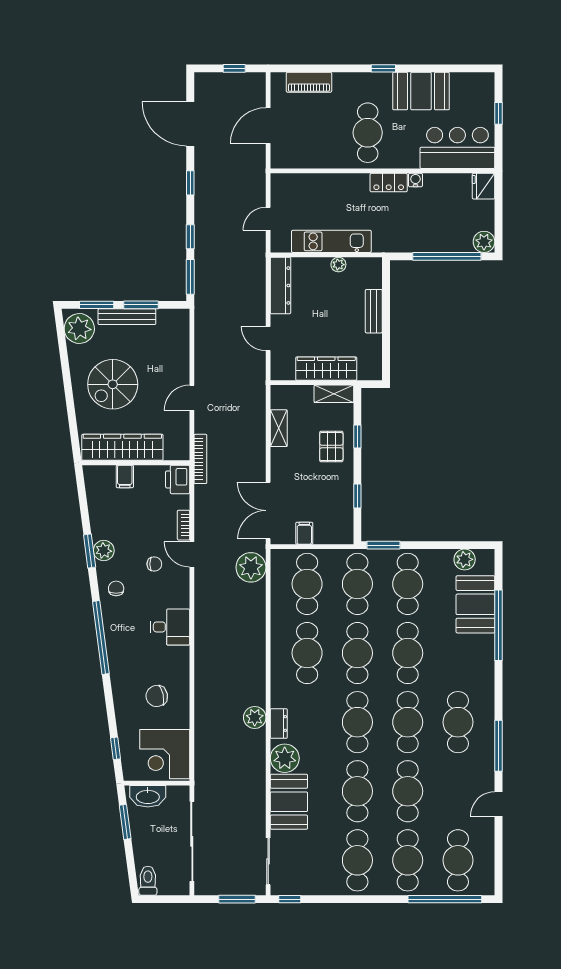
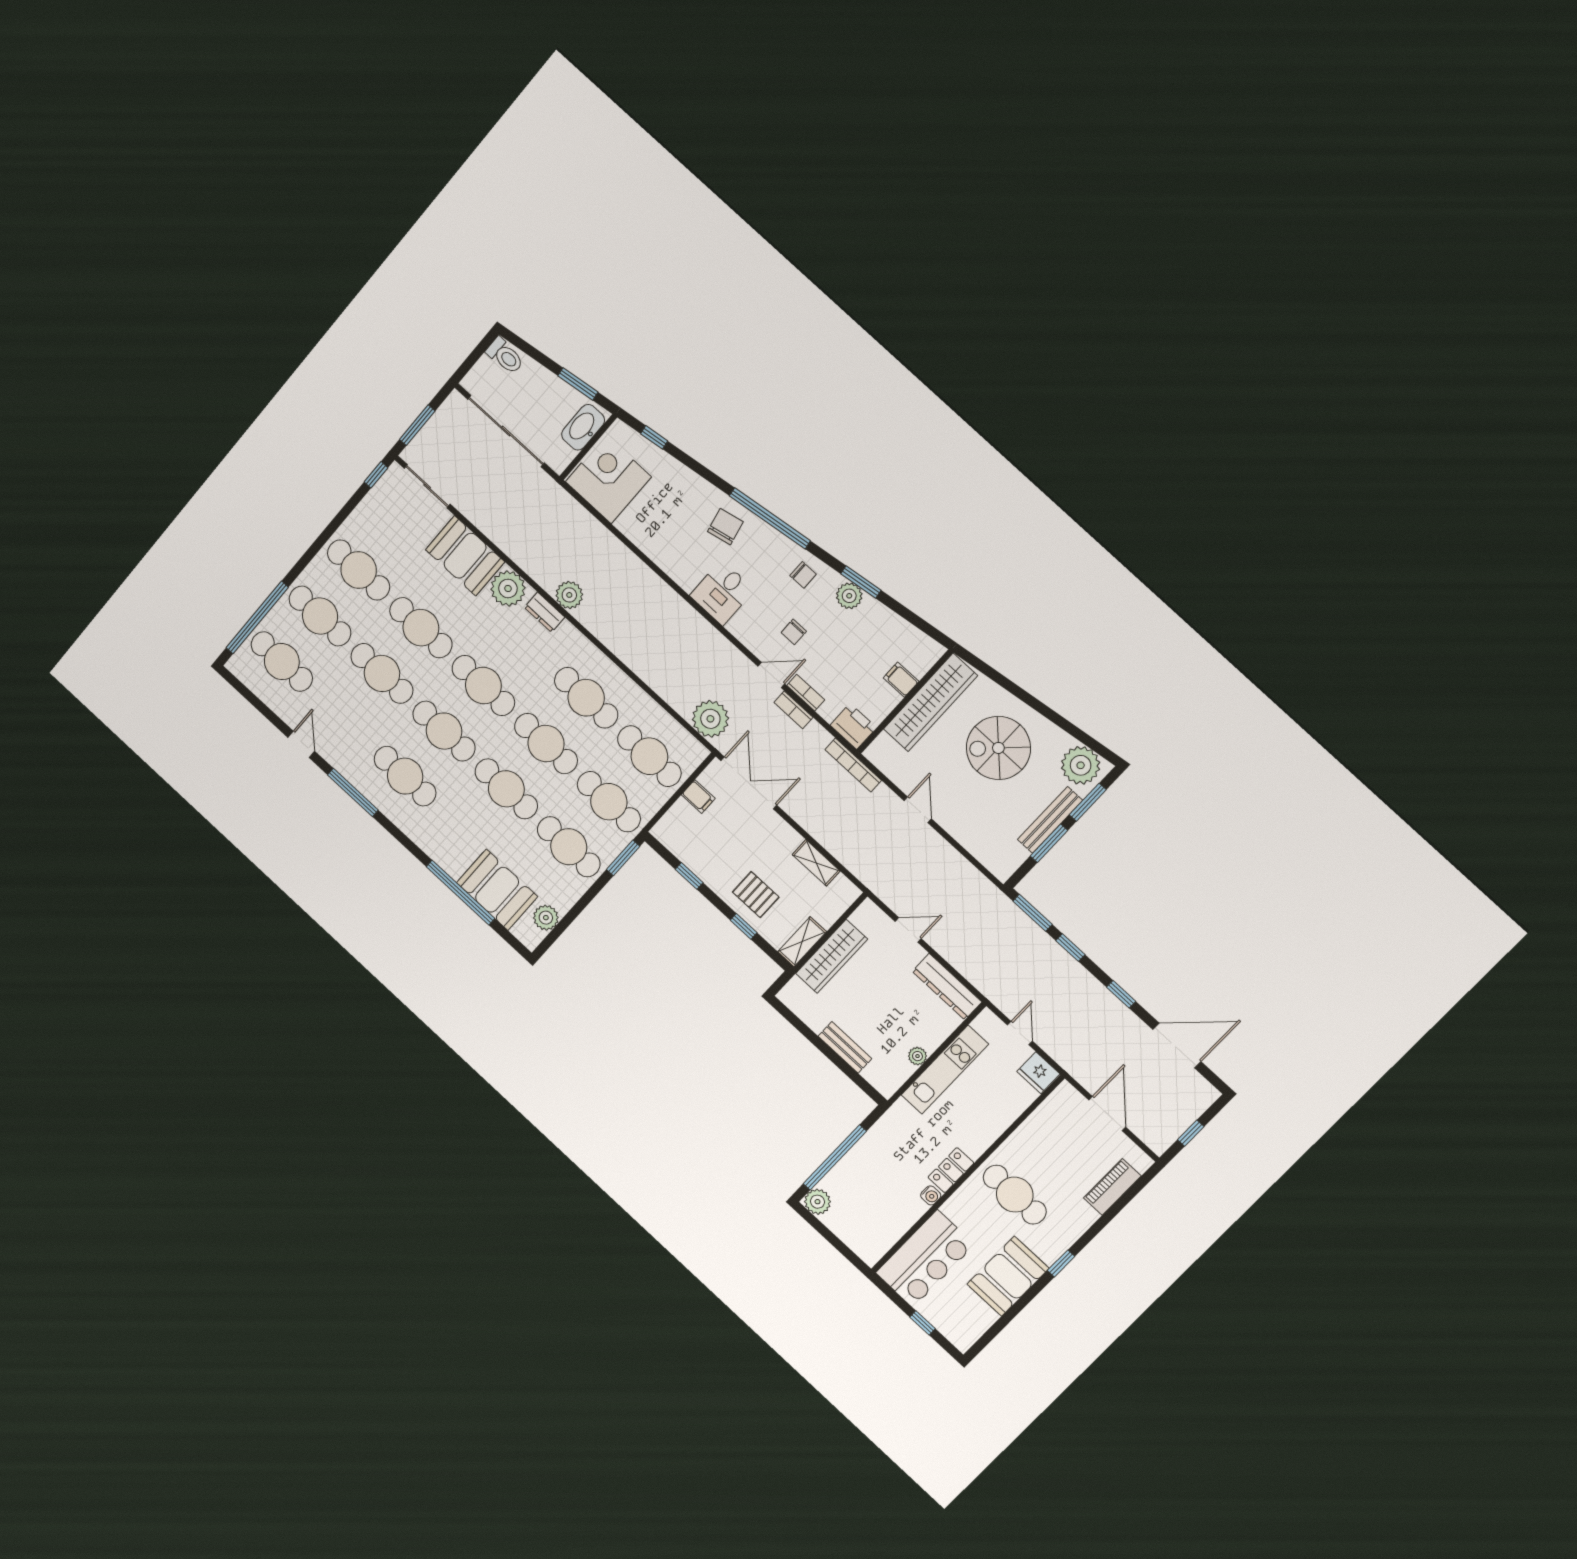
fridge: (484, 186) -> (1038, 1073), moved, turned 180
spiral stairs: (113, 384) -> (998, 748), turned -90
bookcase: (200, 523) -> (793, 710), added
chair: (157, 696) -> (725, 527), moved

